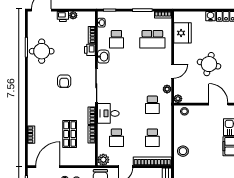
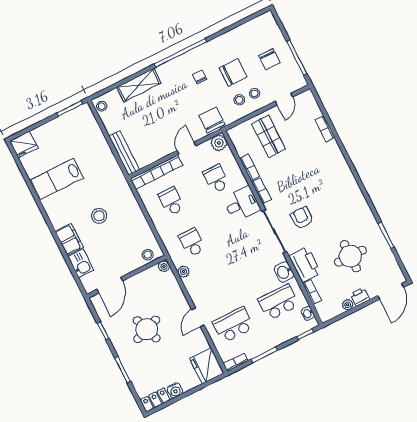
fridge: (182, 33) -> (207, 366), moved
school desk: (116, 39) -> (278, 302), width x1.85
printer: (90, 50) -> (305, 264), width x1.87, depth x1.48
round table: (42, 51) -> (350, 256), moved
round table: (209, 64) -> (147, 329), turned -34
door: (173, 71) -> (198, 317), moved
armchair: (64, 81) -> (302, 218), moved
door: (218, 104) -> (110, 285), hinge flipped
shop shelf: (70, 134) -> (268, 136), moved
stool: (183, 151) -> (99, 216), moved
door: (48, 167) -> (284, 99), width x0.53

